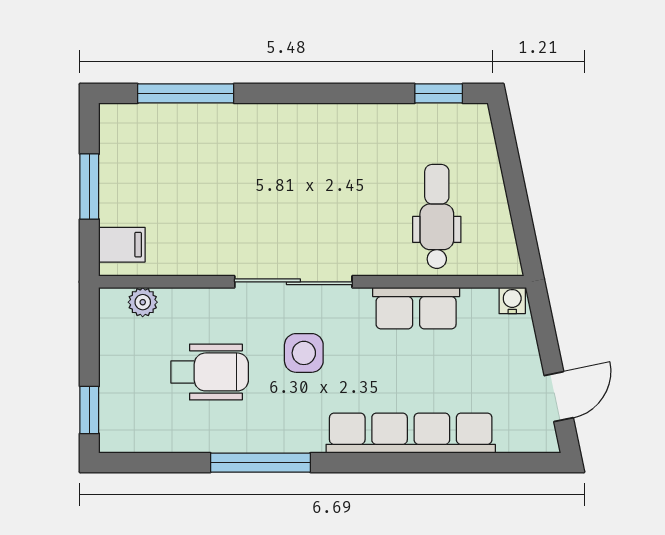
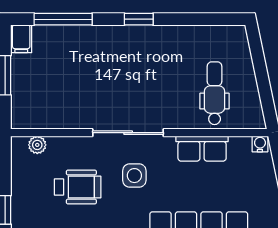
window: (439, 93) -> (139, 19), moved
filing cabinet: (122, 245) -> (21, 39), moved, turned 90

